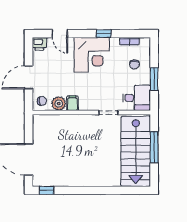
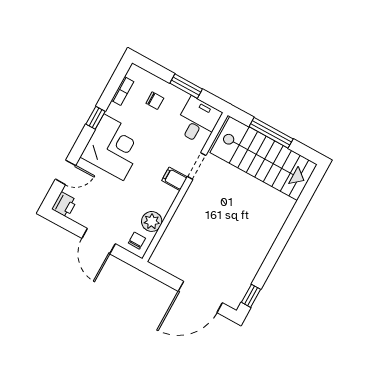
filing cabinet: (72, 103) -> (175, 179), moved

